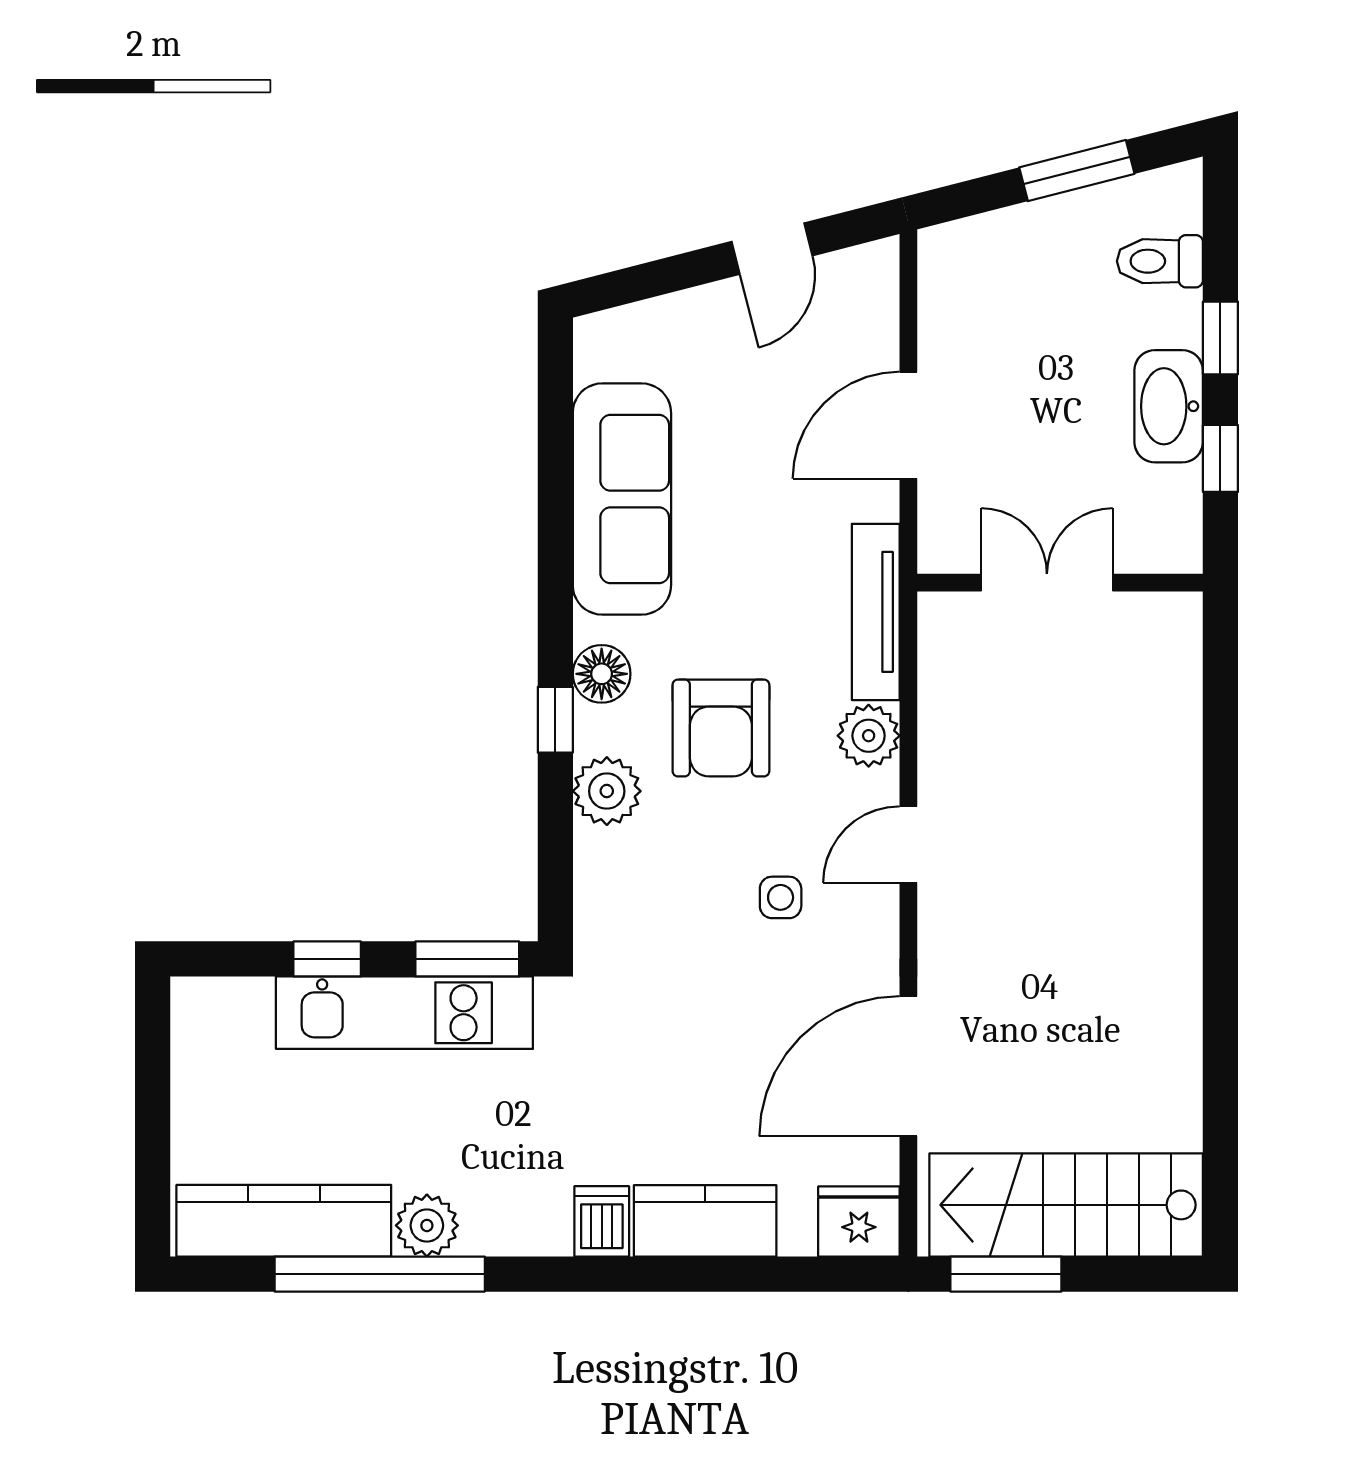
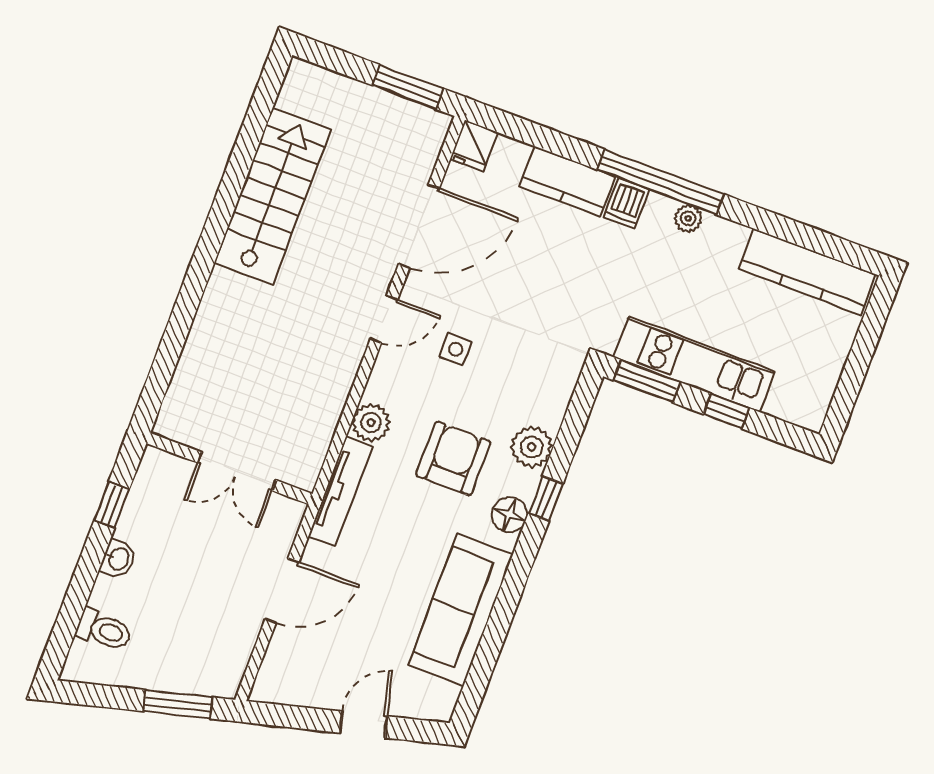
window: (1077, 171) -> (178, 704), moved
door: (772, 249) -> (364, 725), moved
window: (1220, 338) -> (86, 573), removed
washbasin: (1169, 406) -> (118, 559), width x0.52, depth x0.69
door: (908, 845) -> (384, 319), moved
stairs: (1066, 1205) -> (272, 196), moved, turned -90
fridge: (859, 1222) -> (474, 146), width x0.72
plant: (427, 1225) -> (688, 218), moved, width x0.73, depth x0.73
window: (380, 1274) -> (660, 182), moved

